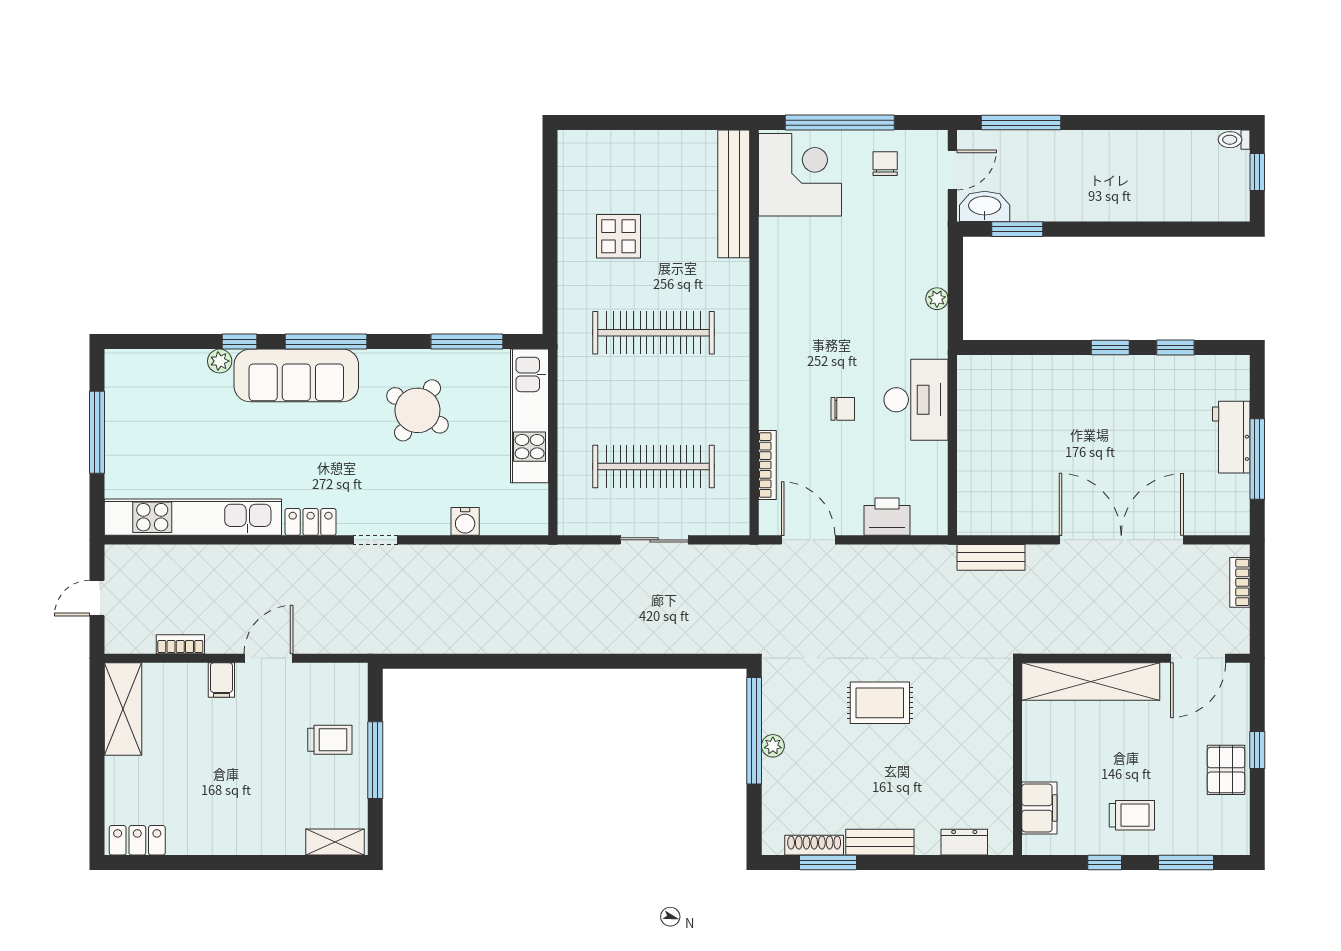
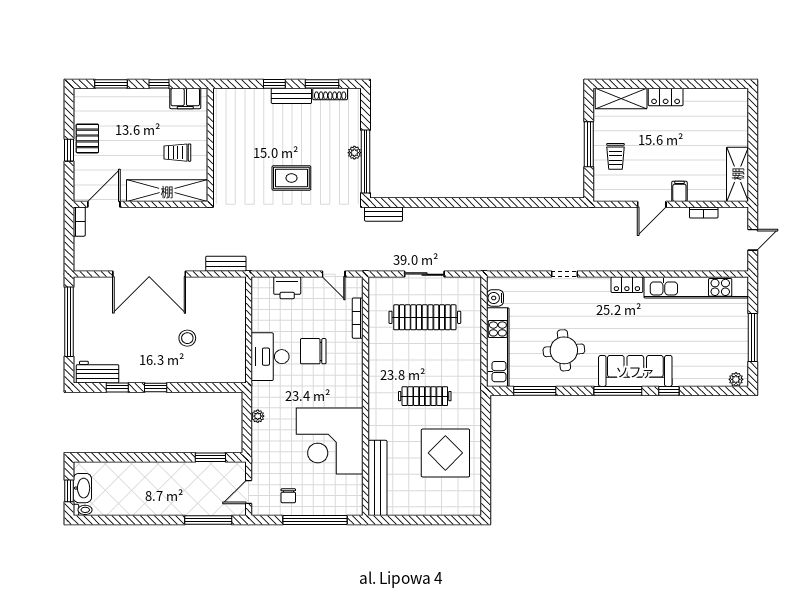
corner desk: (800, 175) -> (330, 441), moved, width x1.36, depth x1.36
washbasin: (985, 206) -> (82, 488), moved, turned -90
display table: (619, 236) -> (445, 453), width x1.86, depth x1.86
clothes rail: (653, 333) -> (425, 396), width x0.73, depth x0.76
plant: (220, 361) -> (736, 379), moved
chair: (843, 409) -> (313, 351), width x1.87, depth x1.87
round table: (417, 410) -> (564, 350), turned -38
stool: (1056, 431) -> (187, 338), added
workbench: (1231, 437) -> (98, 372), moved, turned -90
window: (1257, 459) -> (69, 322), width x1.46
water cooler: (465, 521) -> (495, 298), moved, turned -90
doorway: (376, 540) -> (564, 274), moved
door: (808, 540) -> (334, 274), width x0.73
bookcase: (1240, 582) -> (79, 222), moved
bench: (724, 642) -> (384, 214), added
trolley: (330, 740) -> (615, 156), turned -90
filing cabinet: (1039, 808) -> (185, 99), moved, turned -90
trolley: (1132, 815) -> (177, 153), moved
locker: (137, 840) -> (666, 97), moved
shelving: (335, 842) -> (621, 99), width x1.50, depth x1.33
dresser: (964, 842) -> (242, 96), removed
window: (909, 863) -> (274, 84), added

